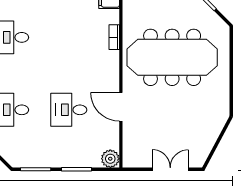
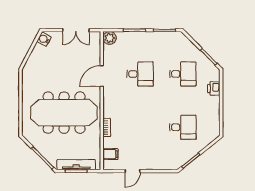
door: (121, 107) -> (102, 76), swing flipped
water cooler: (199, 157) -> (44, 39), added
double door: (170, 169) -> (76, 30), moved

